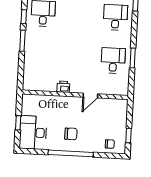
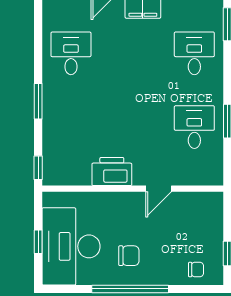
window: (24, 17) -> (38, 168), moved
printer: (63, 87) -> (112, 171), width x1.87, depth x1.48
desk: (33, 133) -> (71, 246), width x1.36, depth x1.30

